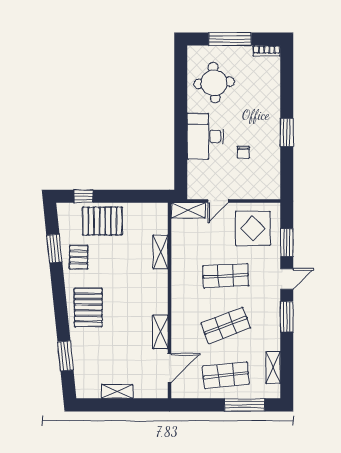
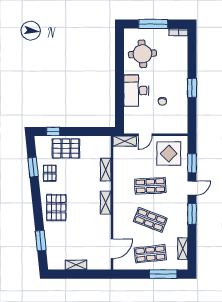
shop shelf: (226, 325) -> (150, 220), turned 42
shelving: (160, 332) -> (106, 203), moved

